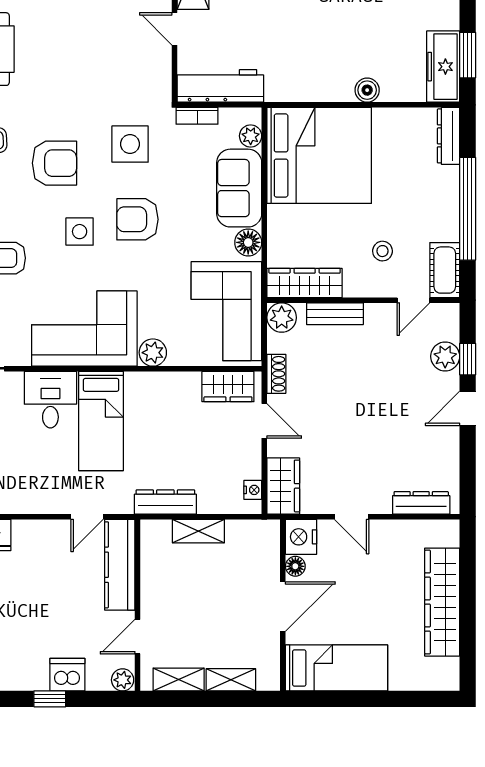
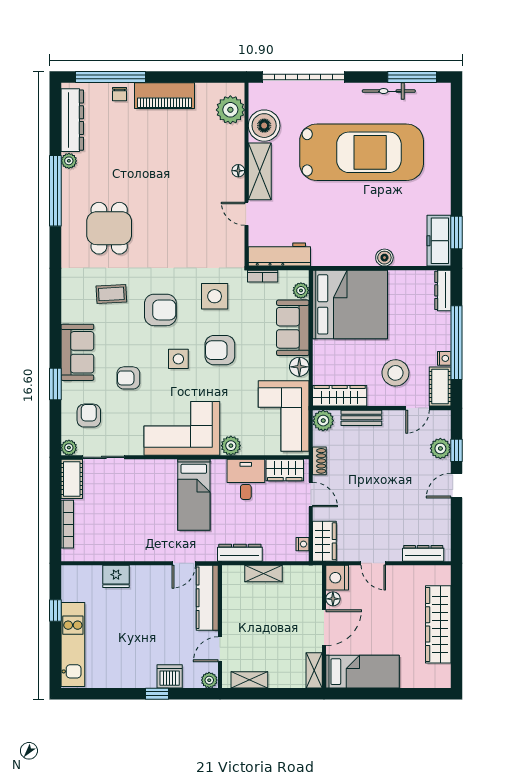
nightstand: (451, 231) -> (444, 358), added
stool: (382, 251) -> (395, 373), width x1.89, depth x1.89
desk: (50, 400) -> (246, 479), moved
shelving: (231, 680) -> (314, 670), moved, turned 90

